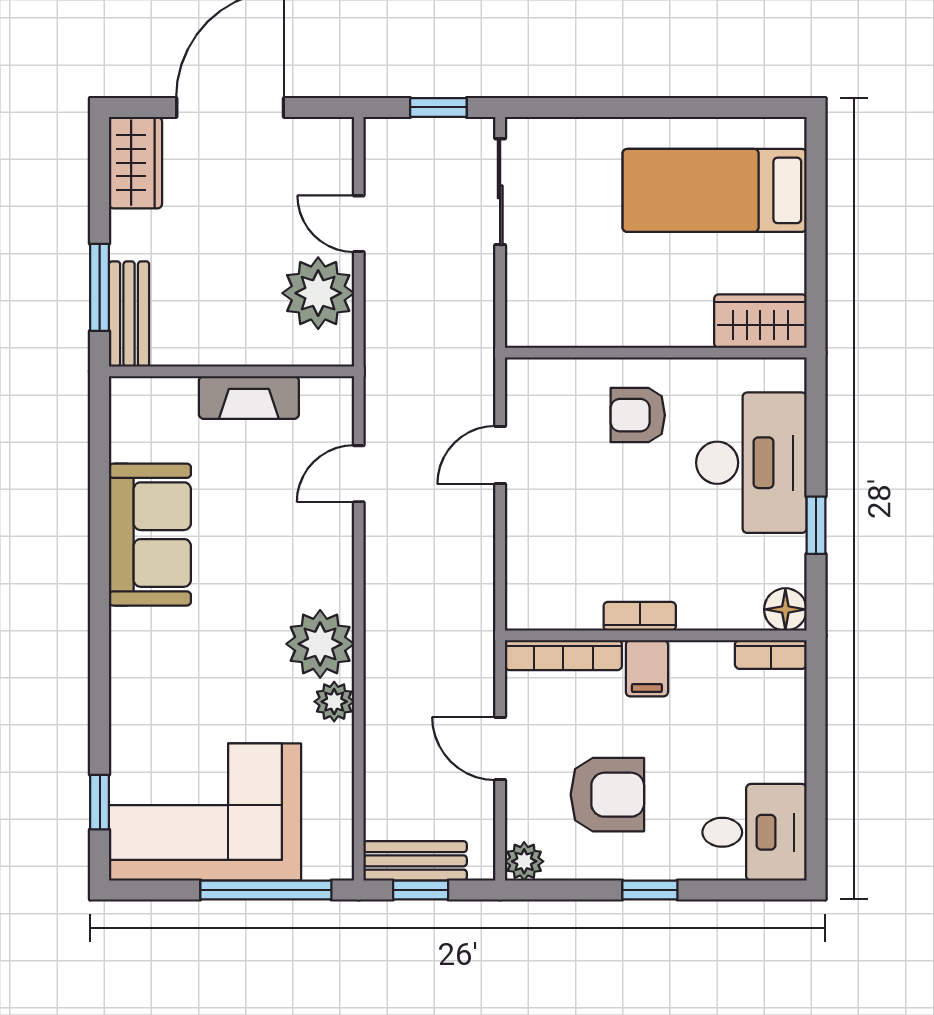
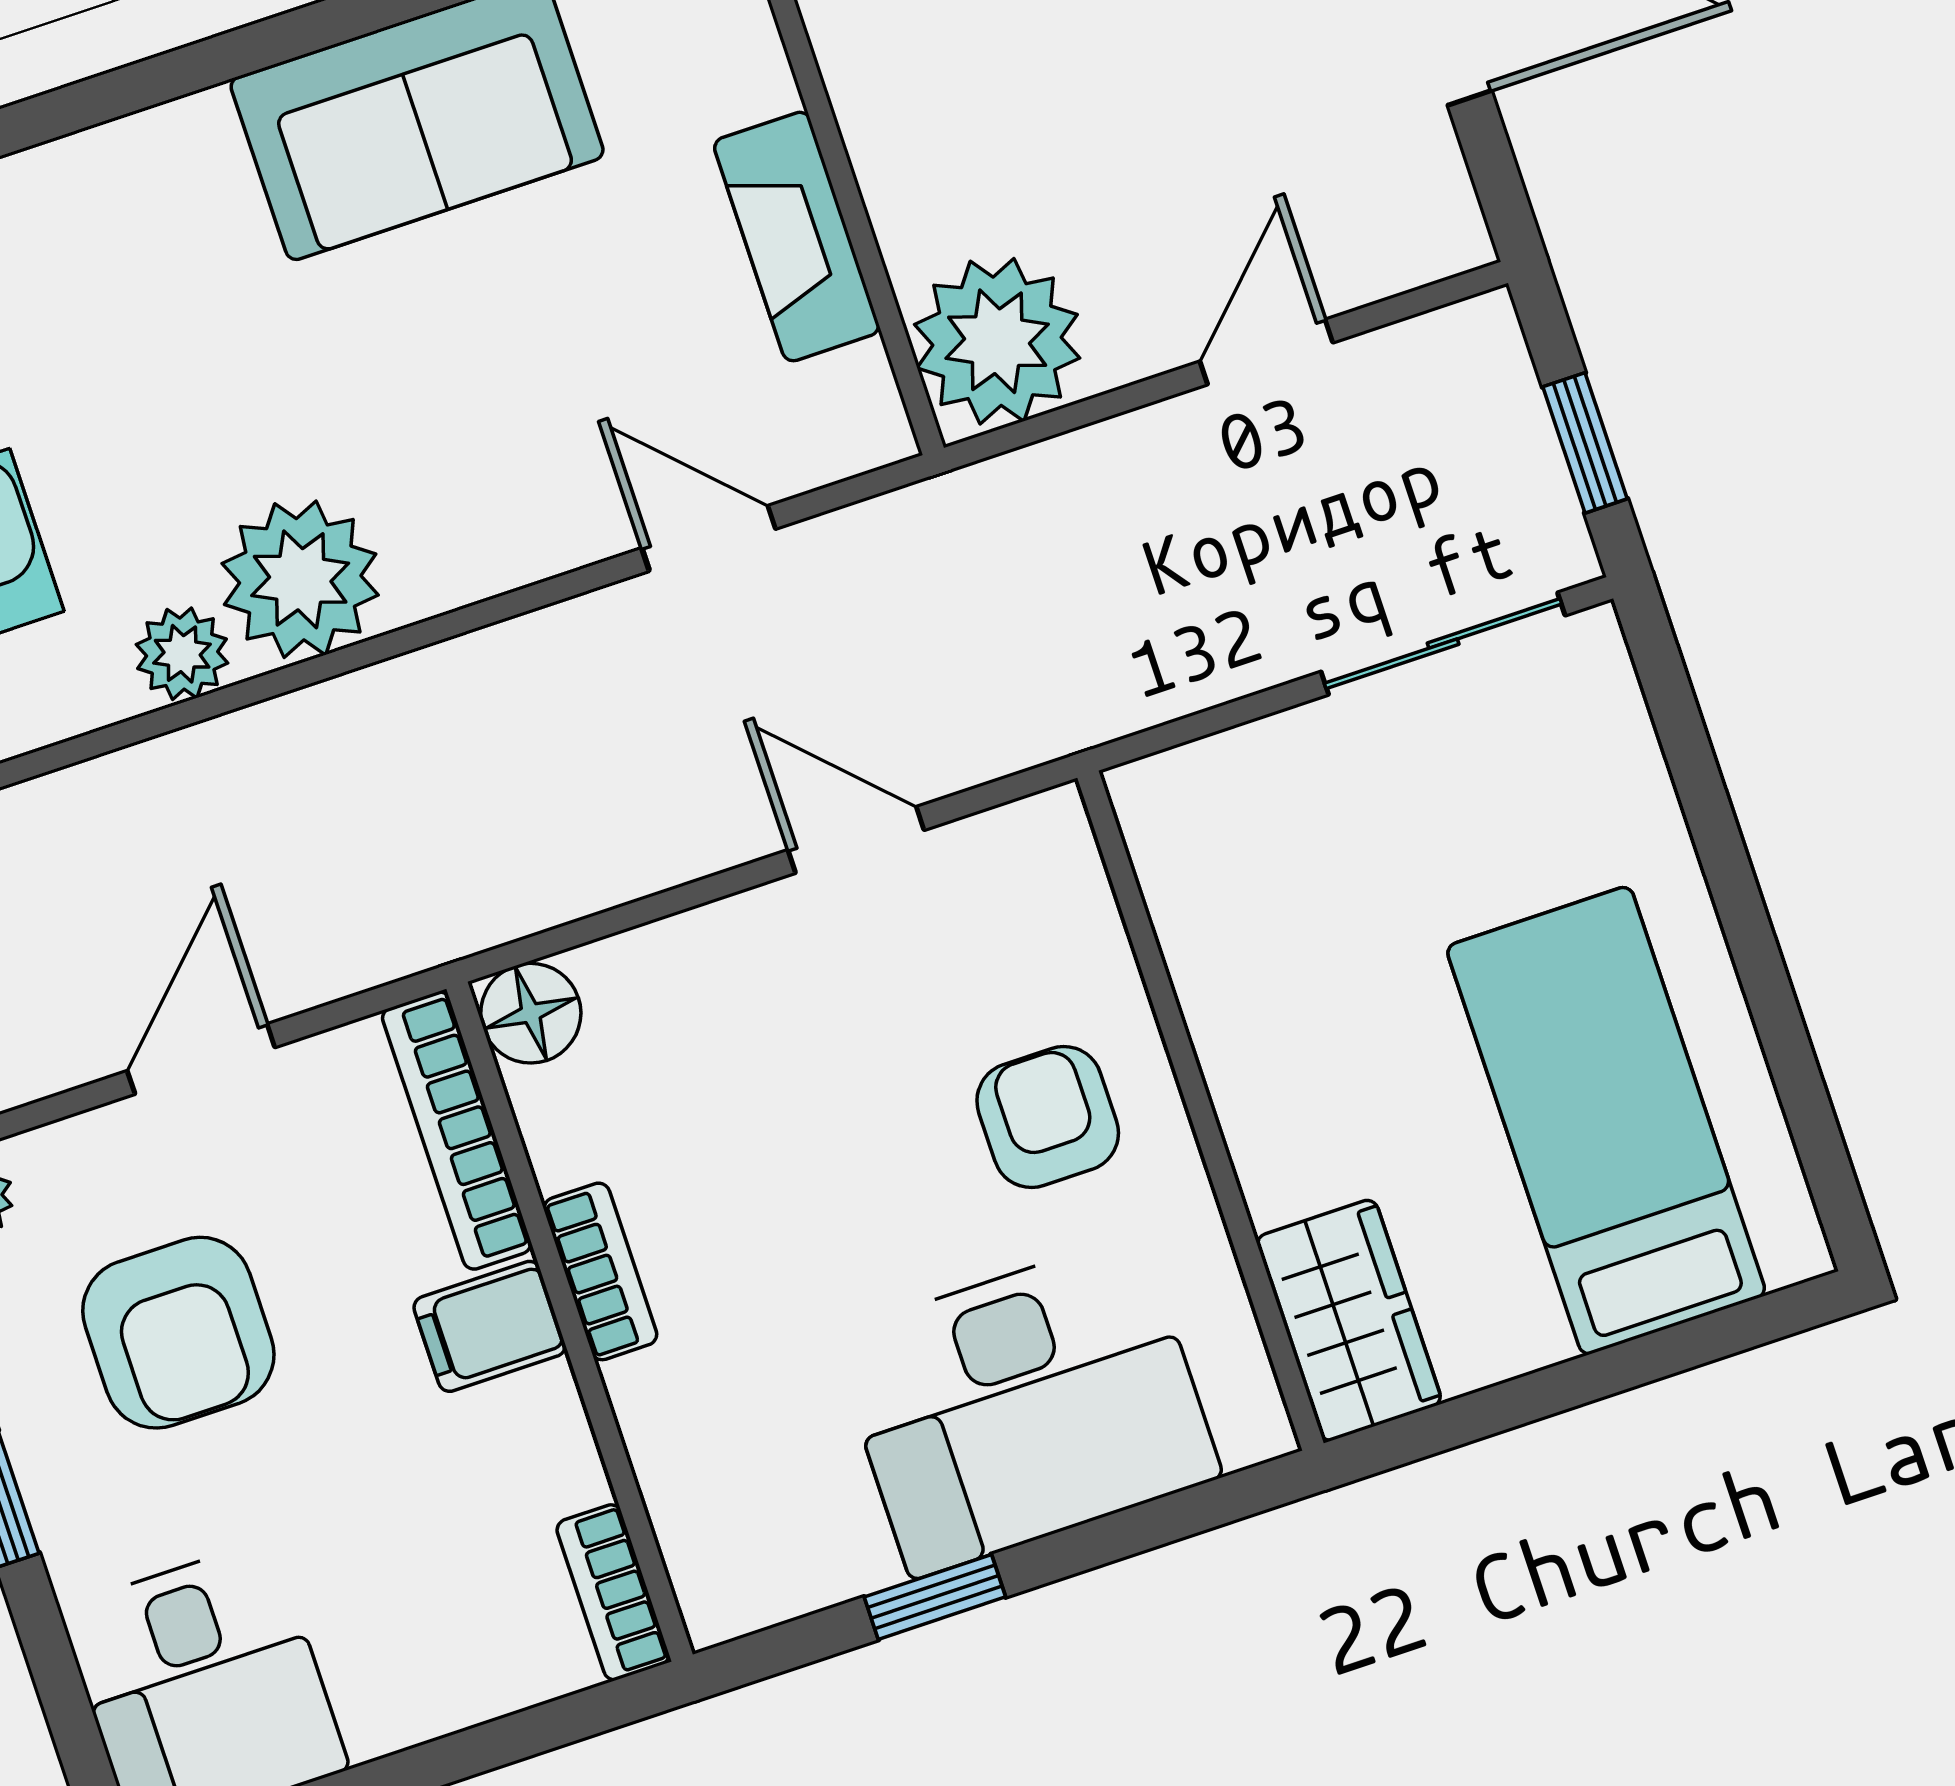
plant: (318, 293) -> (997, 341), moved
floor lamp: (785, 609) -> (531, 1013), moved

